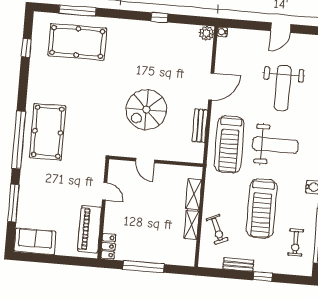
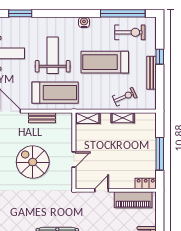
spiral stairs: (146, 110) -> (33, 162), turned 180
shelving: (194, 194) -> (88, 118), moved
treadmill: (262, 208) -> (105, 62), turned 180
exercise bike: (296, 243) -> (130, 32), width x1.38, depth x1.39
bench: (238, 265) -> (152, 73), width x1.36

